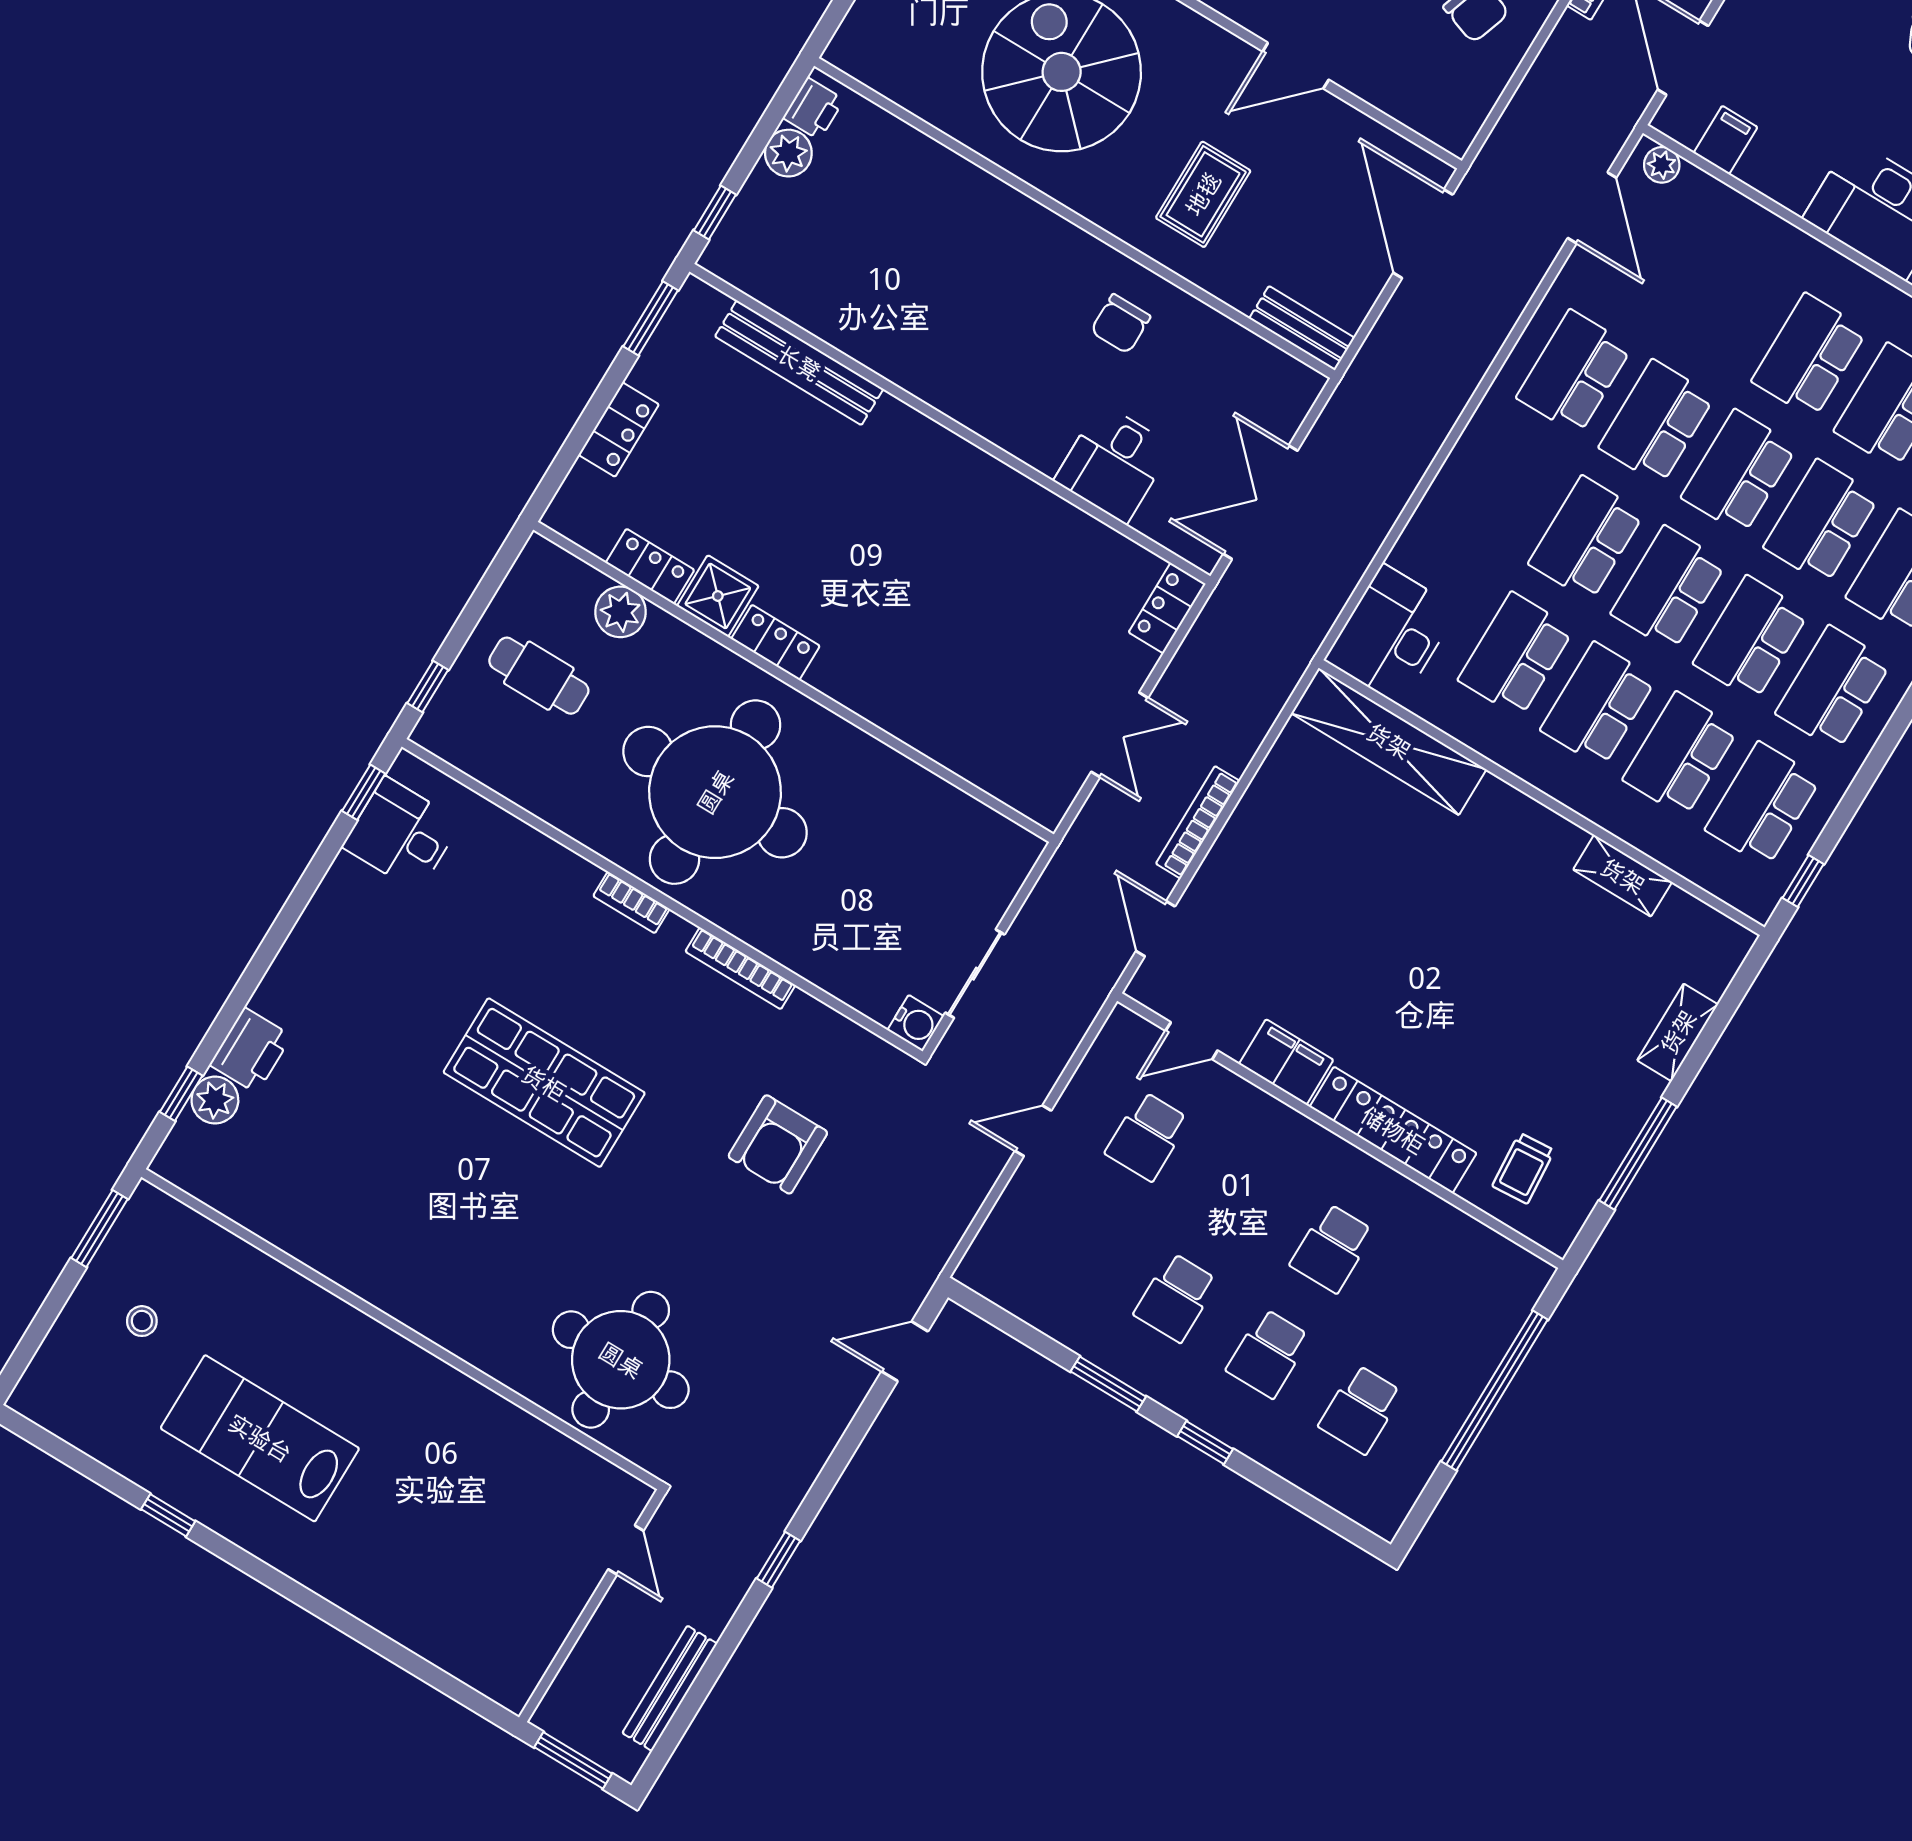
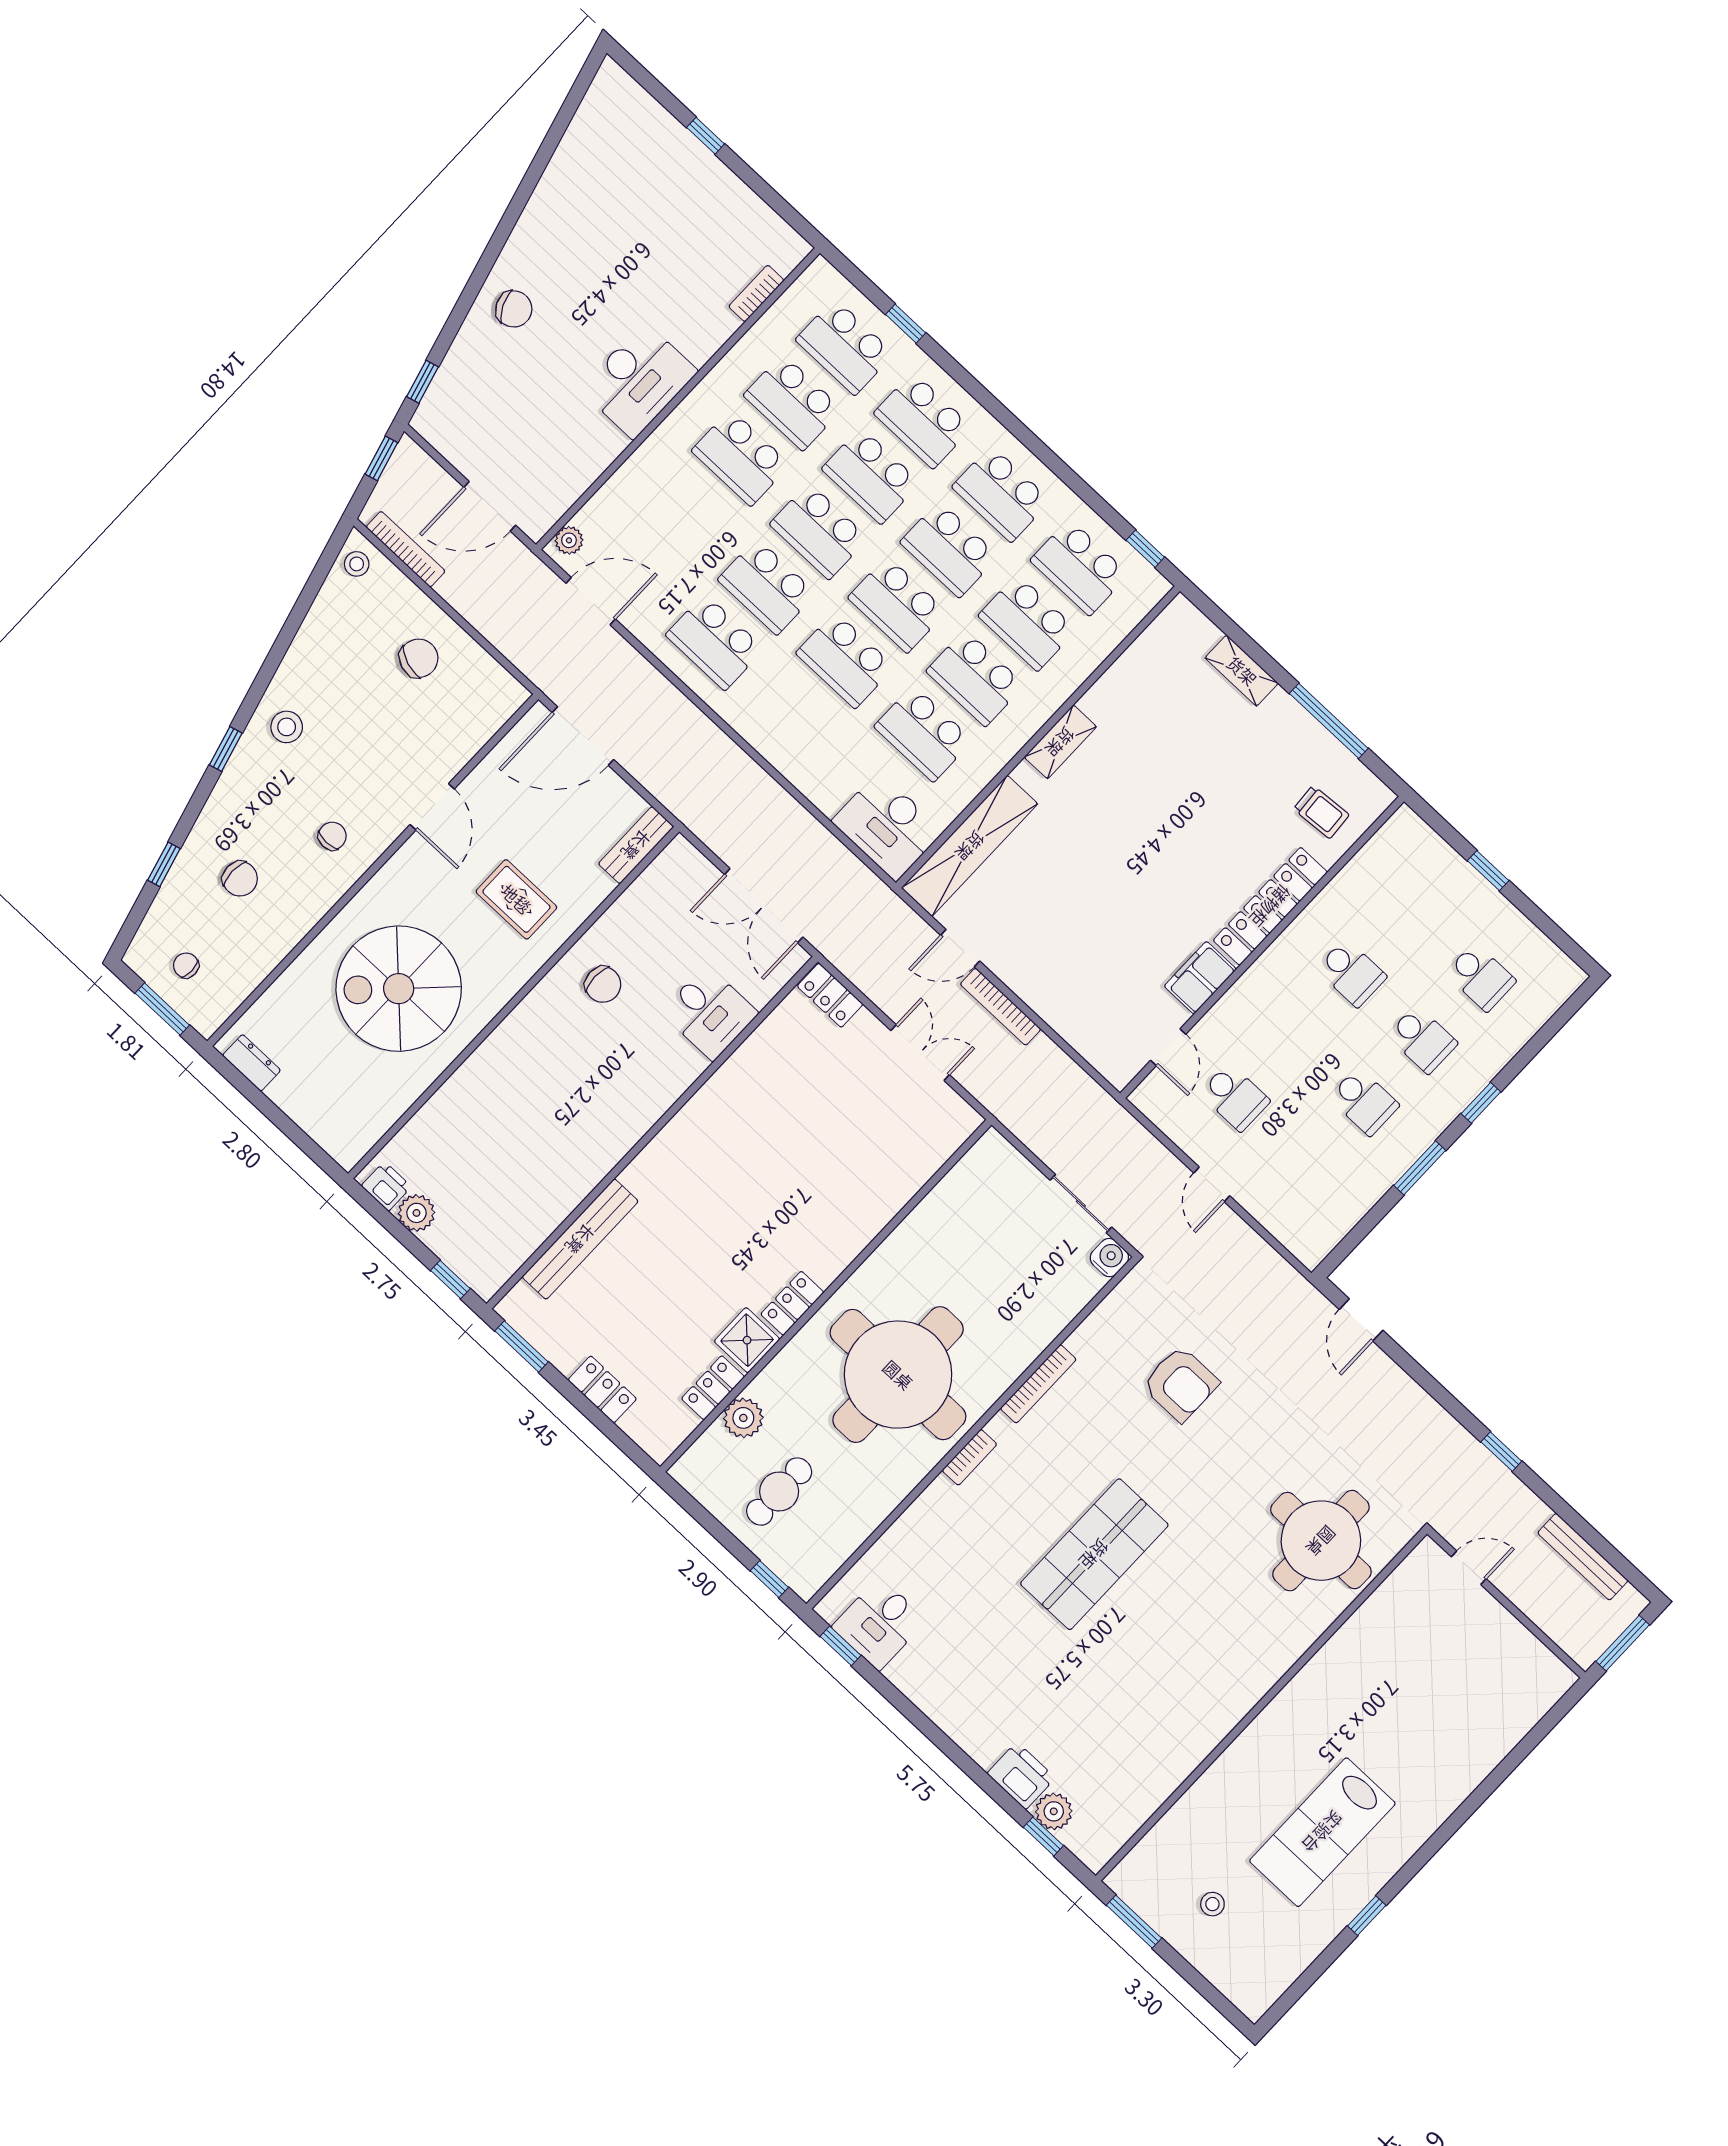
filing cabinet: (1726, 140) -> (560, 487), removed
shelving: (1623, 876) -> (1060, 742), moved
door: (1156, 929) -> (960, 948), moved
window: (1495, 1391) -> (1488, 871), width x0.32

